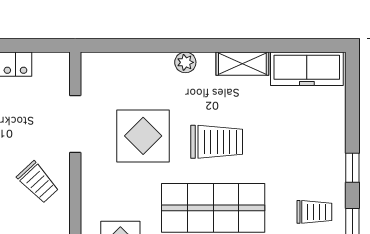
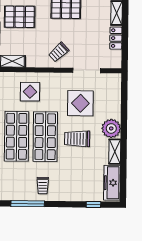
plant: (185, 62) -> (111, 128), width x1.87, depth x1.87
trolley: (217, 142) -> (77, 139), turned 90
window: (352, 168) -> (93, 204), moved

